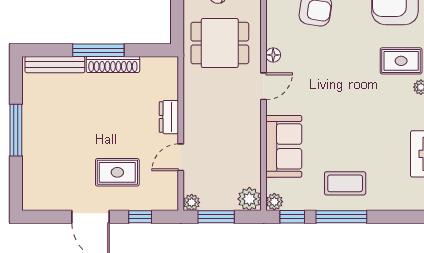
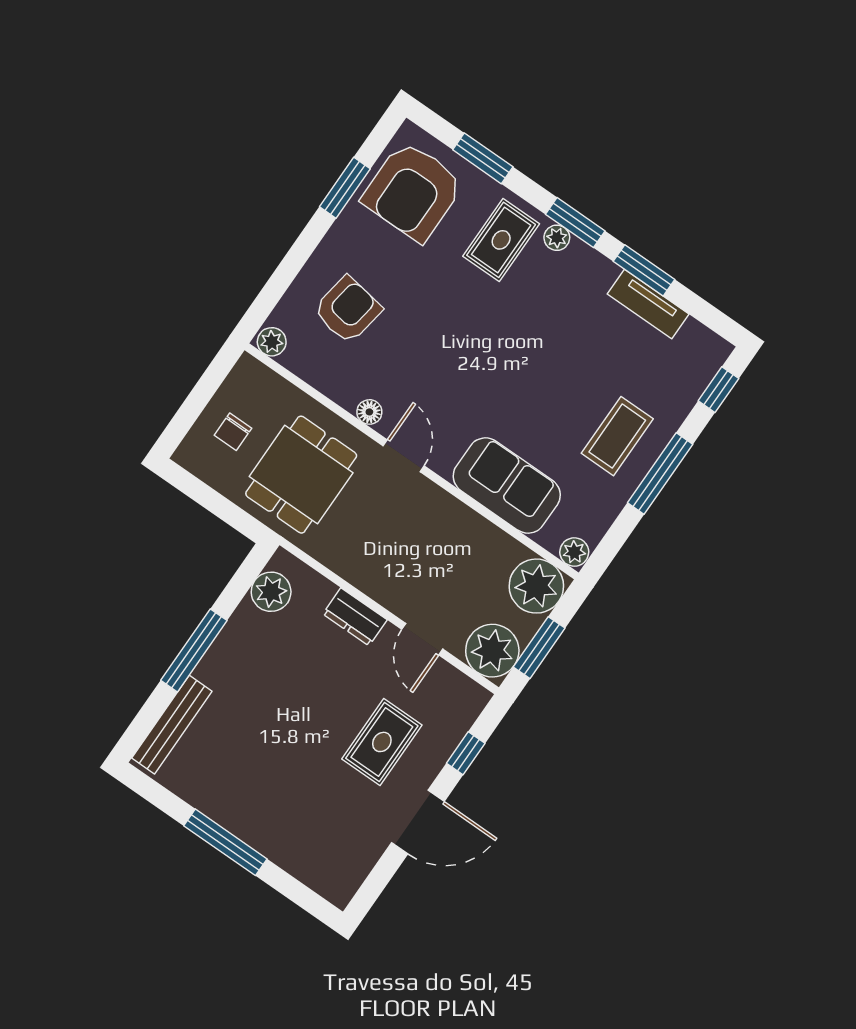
shoe rack: (113, 64) -> (228, 644), removed
plant: (153, 68) -> (271, 592), added
plant: (249, 199) -> (536, 586), width x1.36, depth x1.36
plant: (192, 202) -> (492, 651), width x1.88, depth x1.88
window: (292, 217) -> (718, 390), moved

